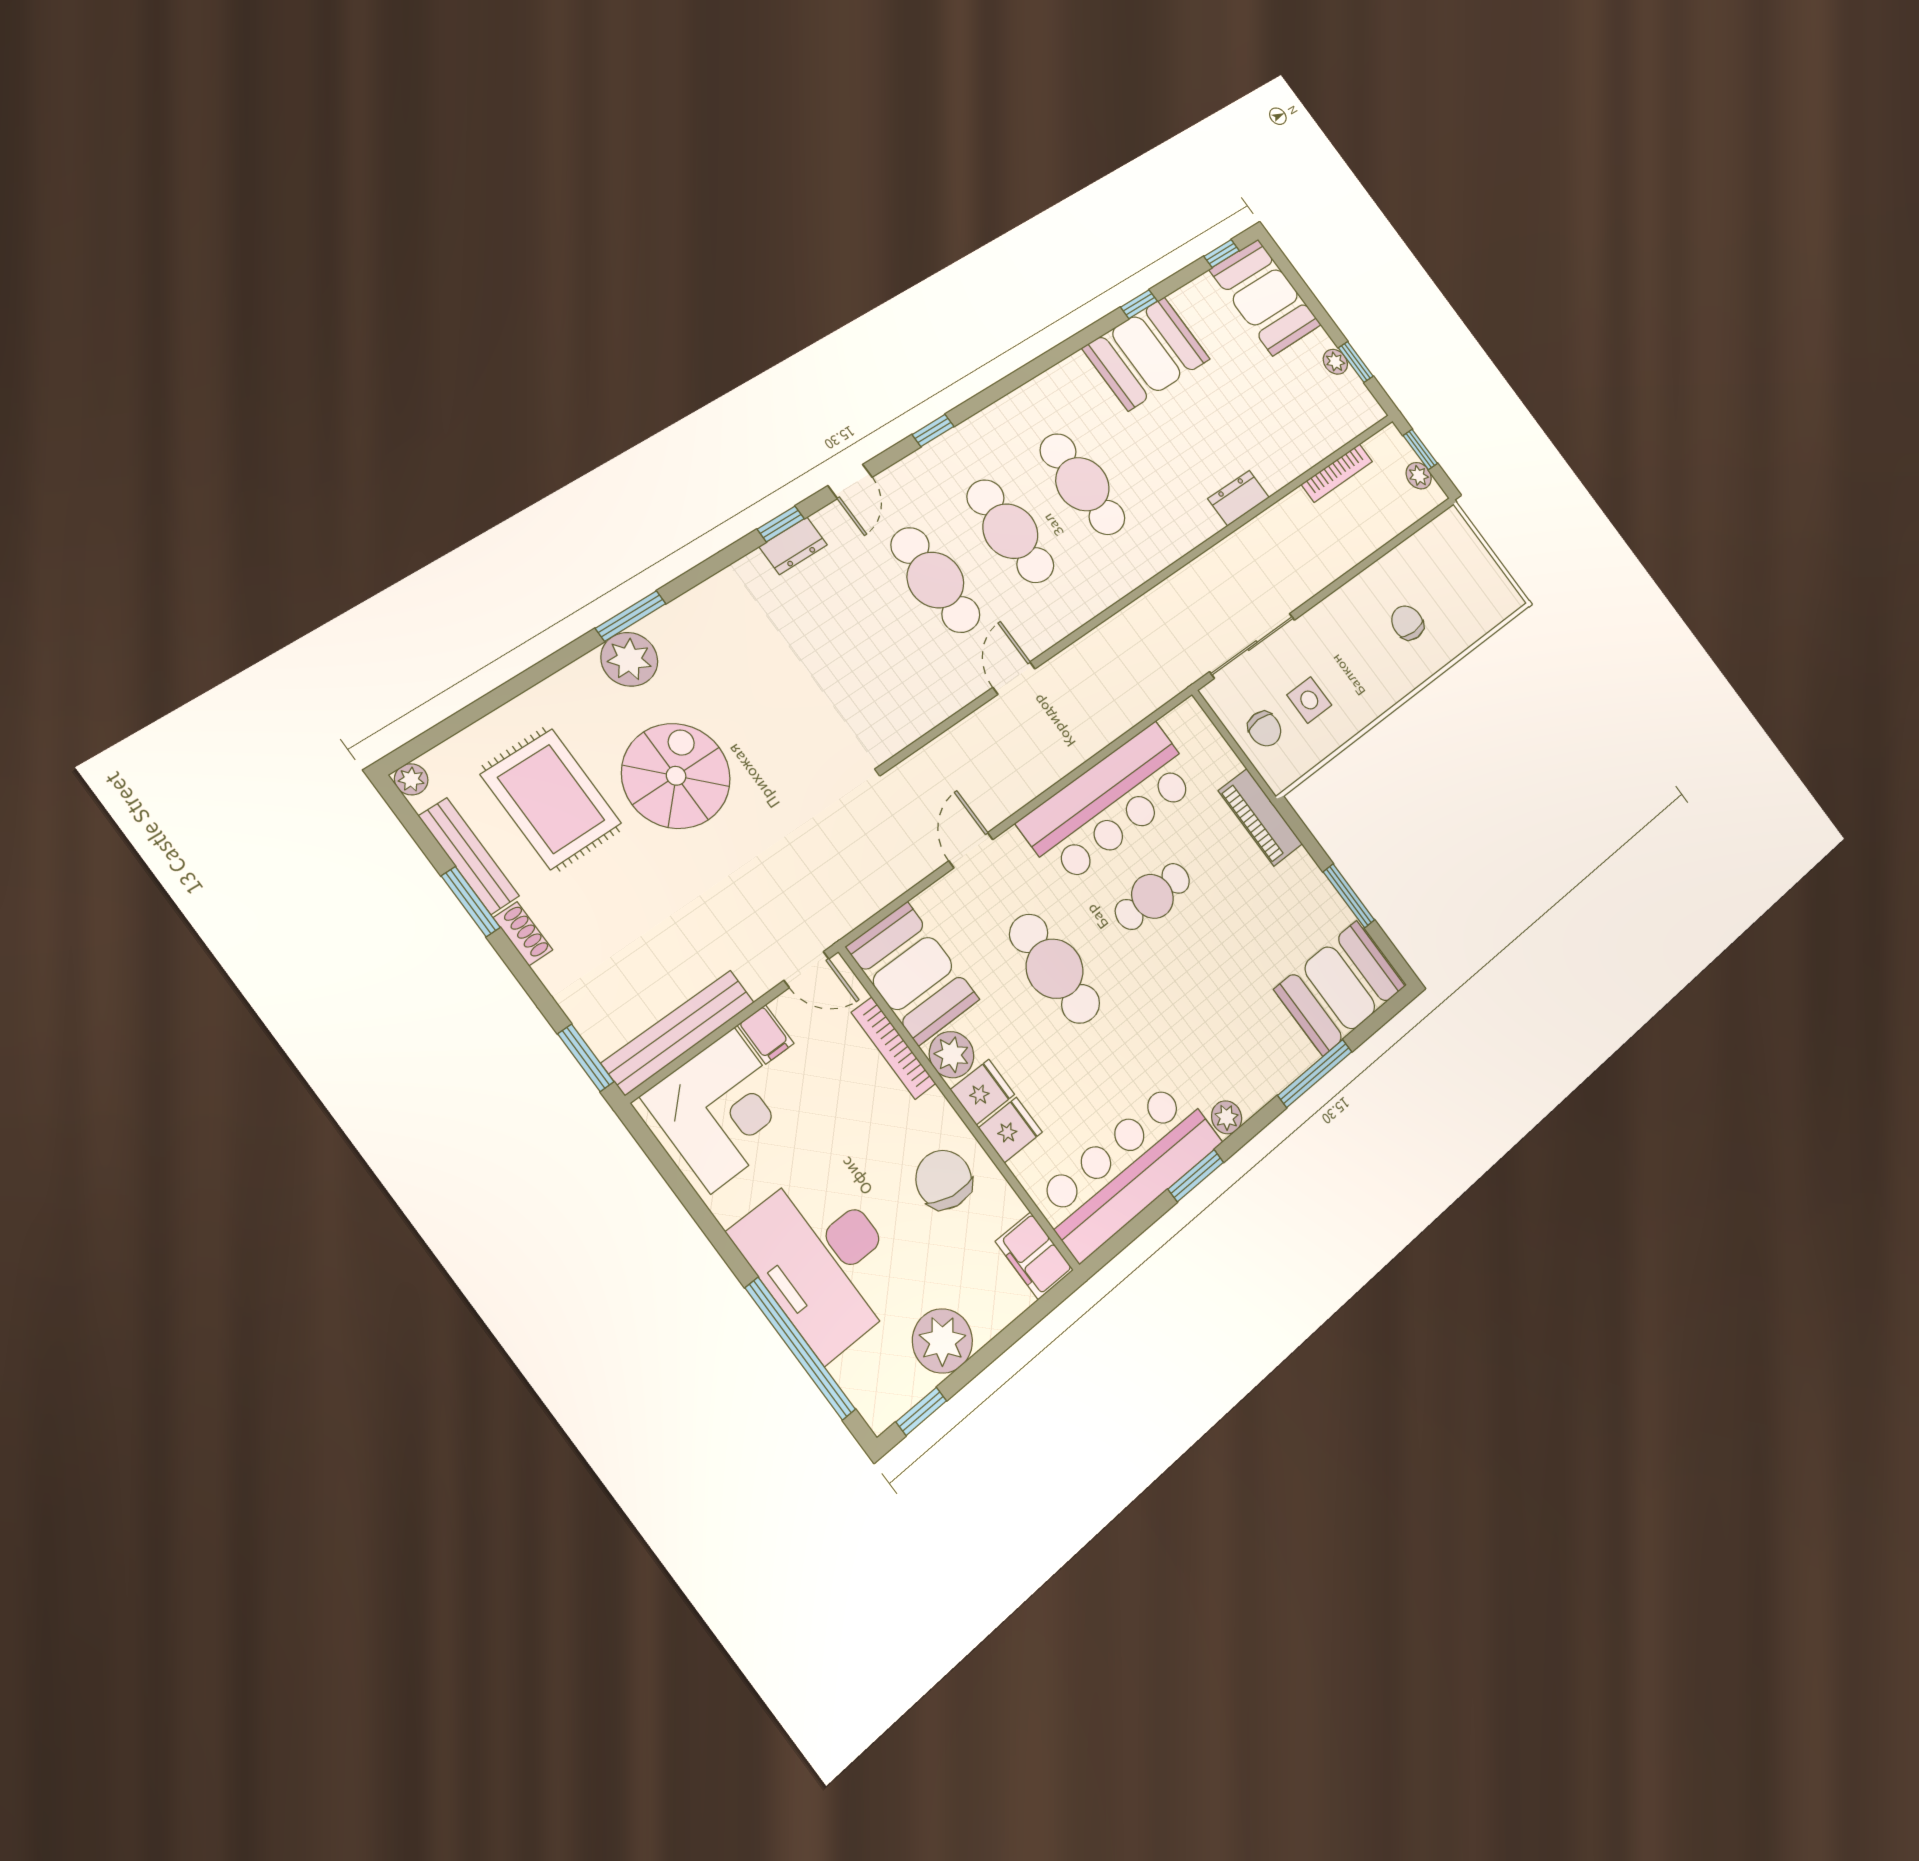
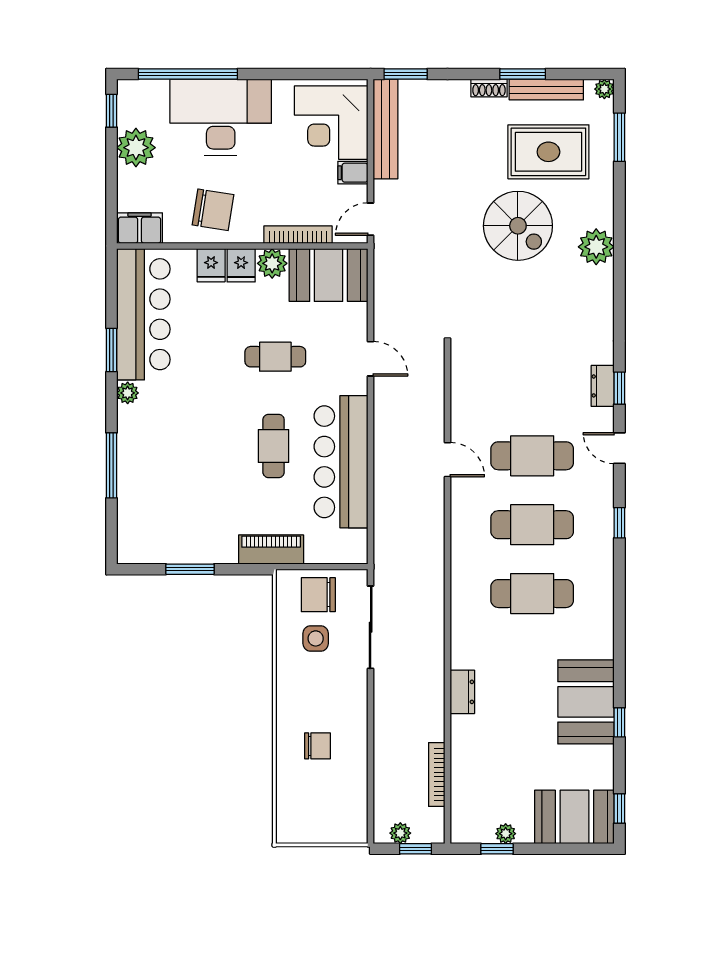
window: (631, 616) -> (619, 137), moved
chair: (1265, 729) -> (318, 595), width x1.37, depth x1.37
cafe table: (1055, 969) -> (275, 357), width x0.73, depth x0.74
booth: (1340, 988) -> (145, 520), removed

